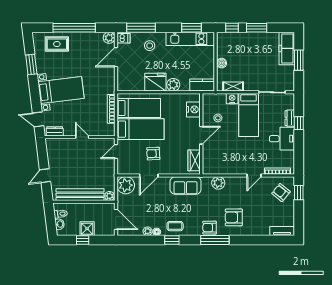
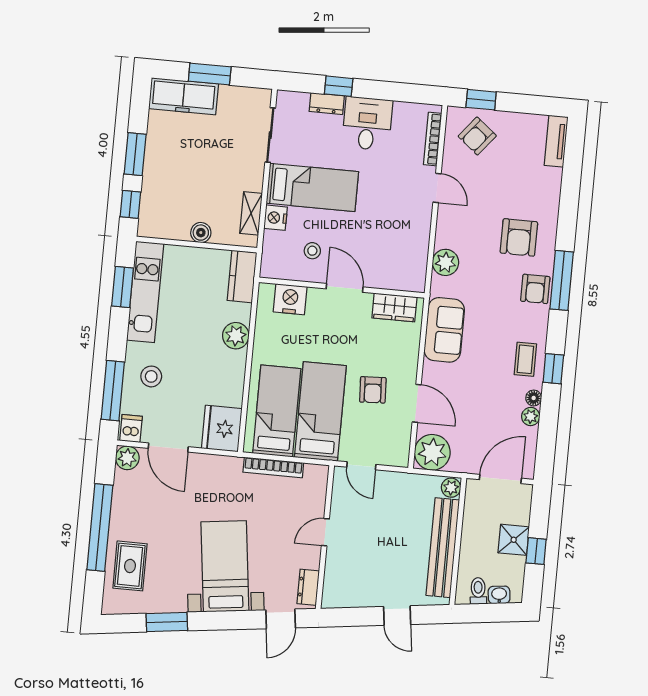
fridge: (155, 82) -> (222, 429), moved

